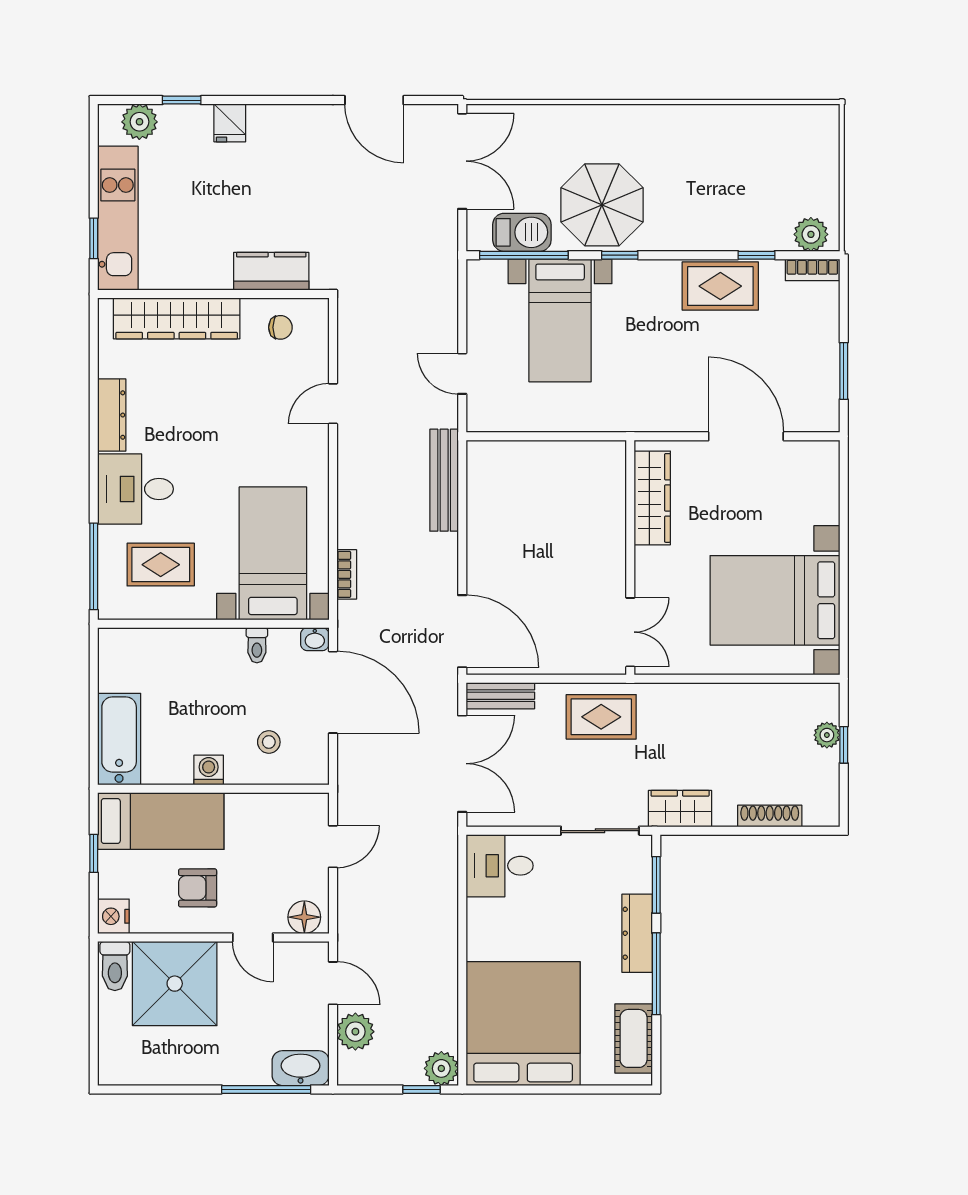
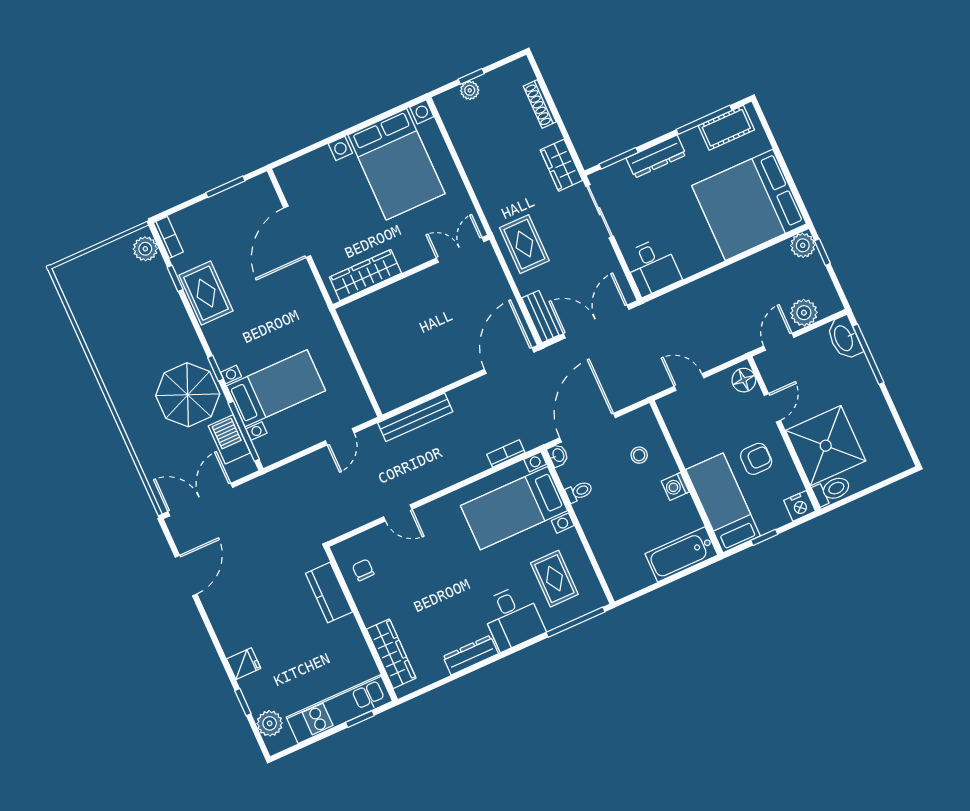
wardrobe: (177, 318) -> (391, 654), width x0.71, depth x0.85
armchair: (198, 888) -> (756, 459), turned -90
window: (656, 974) -> (704, 120), moved

